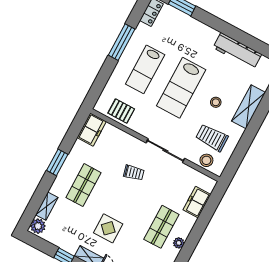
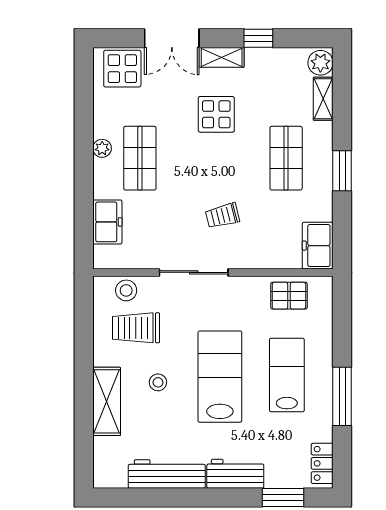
workbench: (201, 31) -> (235, 474), added
trolley: (212, 138) -> (136, 328), turned 180

